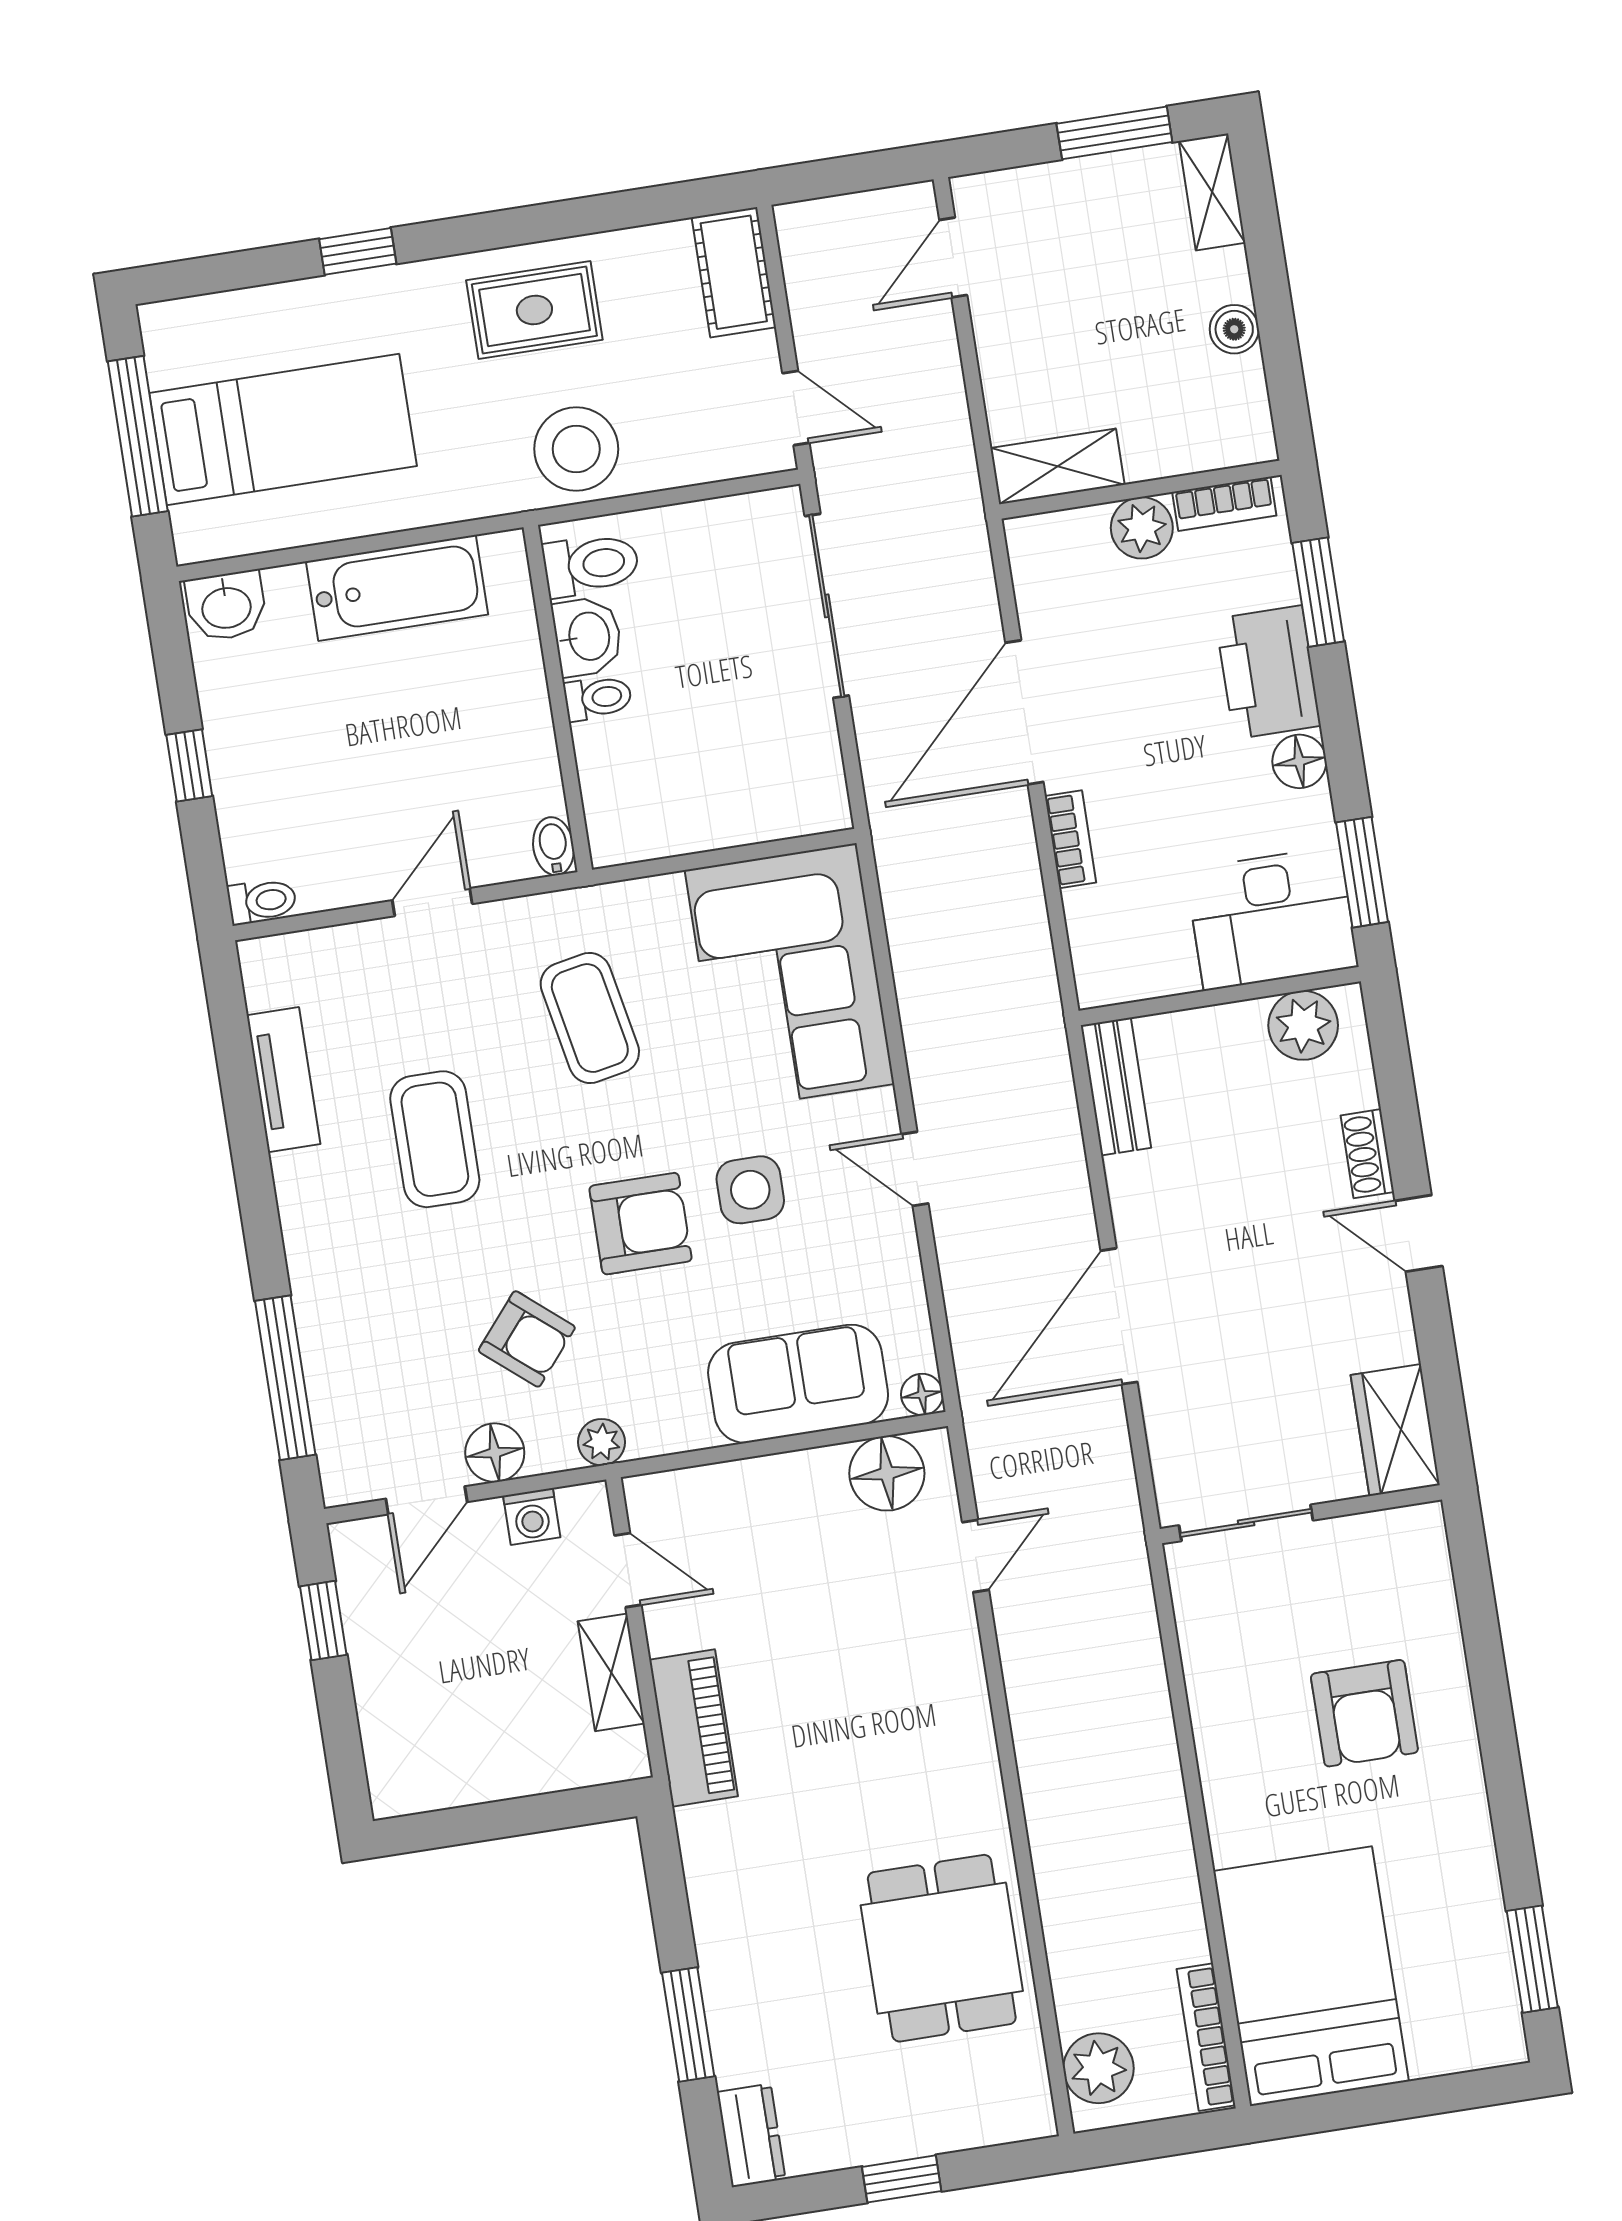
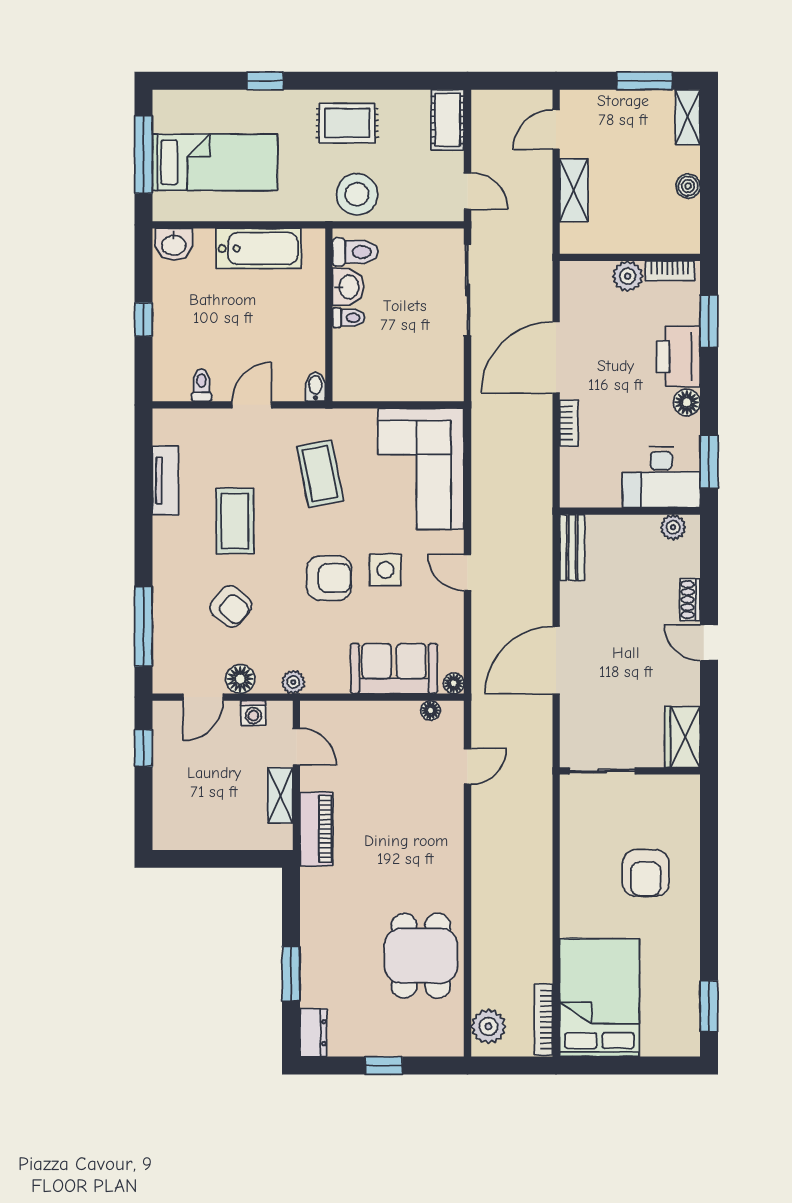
shelving: (1057, 466) -> (574, 190), moved, turned 90
toilet: (262, 901) -> (202, 385), moved, turned -90
plant: (1303, 1025) -> (673, 527), width x0.73, depth x0.73
armchair: (527, 1339) -> (231, 606), moved
floor lamp: (887, 1473) -> (430, 710), width x0.53, depth x0.53

